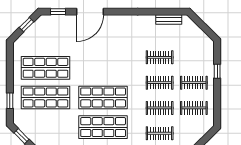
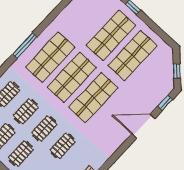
door: (90, 12) -> (143, 126), hinge flipped
shop shelf: (103, 68) -> (93, 98), added

